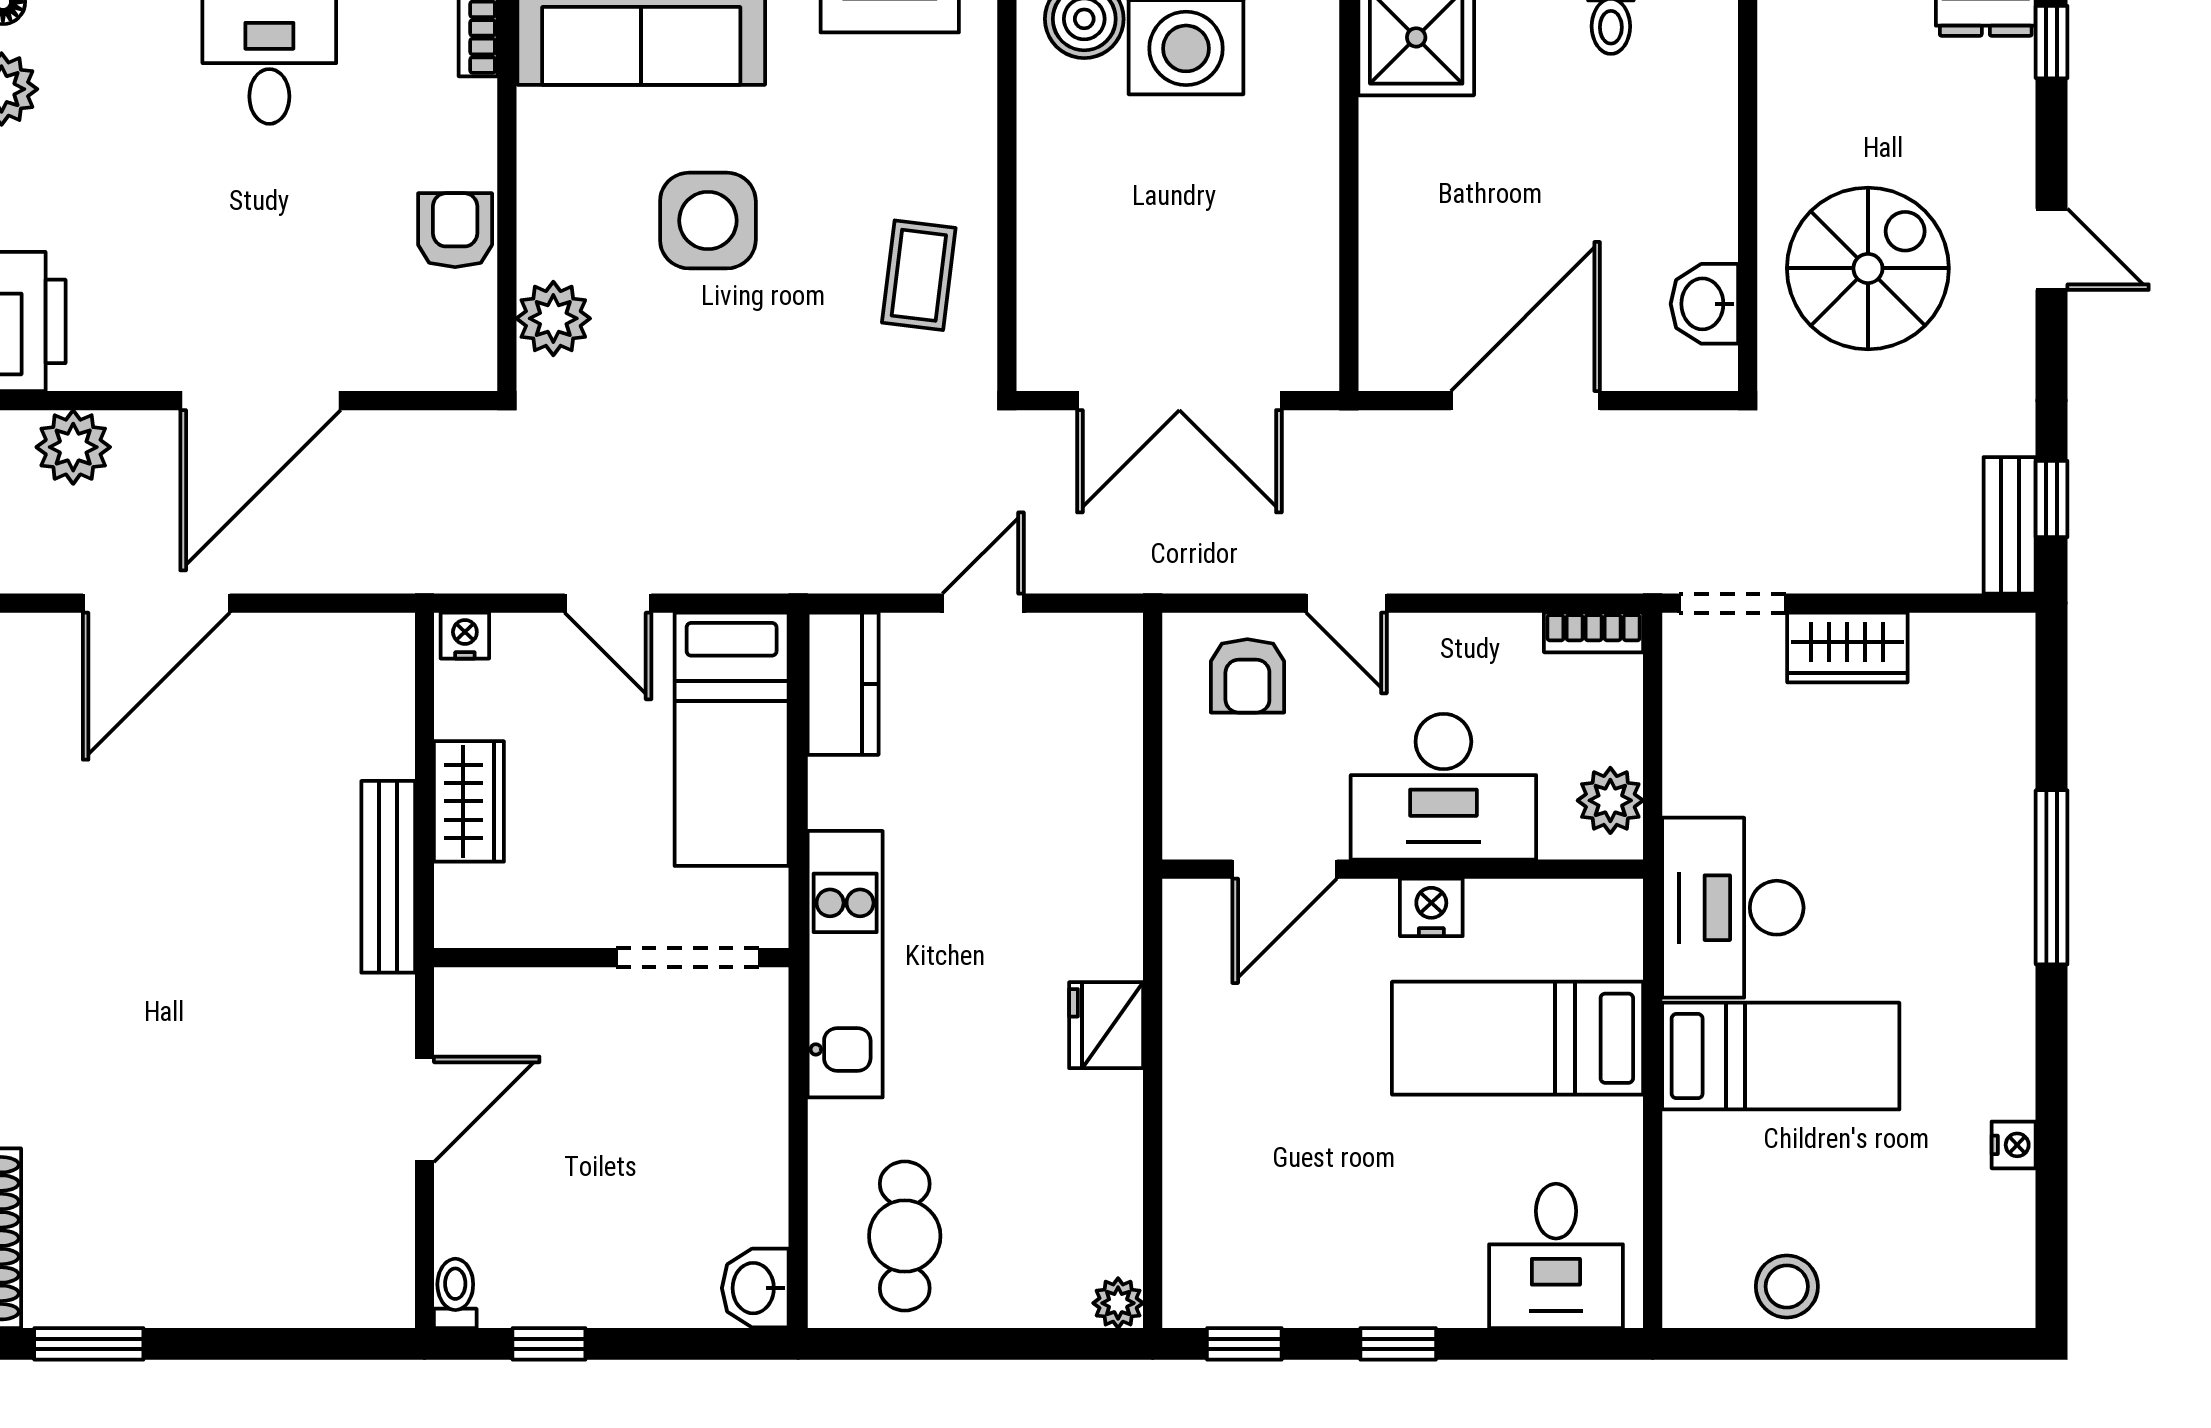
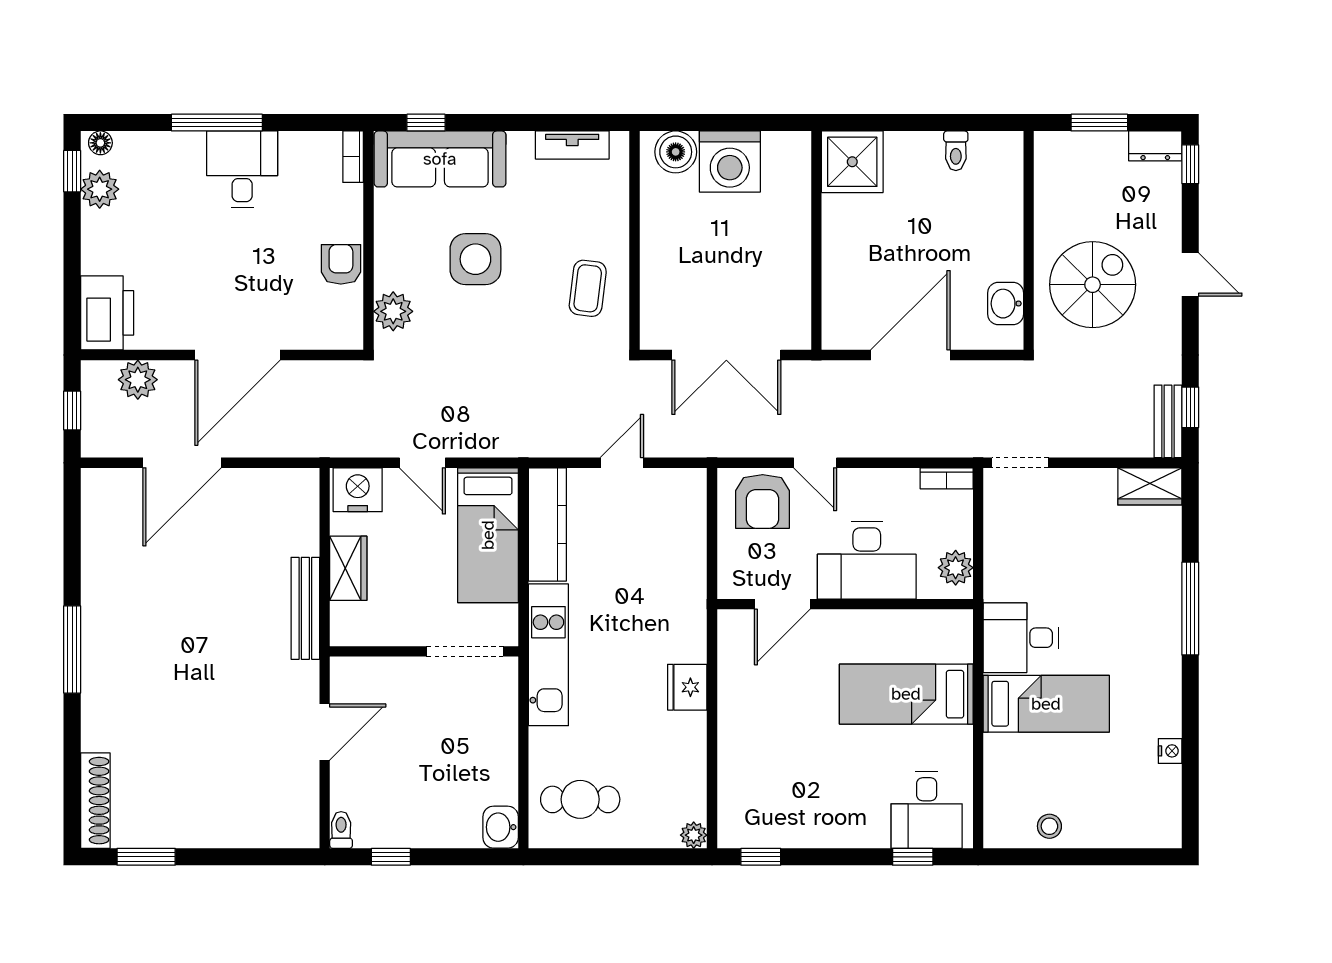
nightstand: (465, 636) -> (358, 490), width x1.89, depth x1.79
wardrobe: (1847, 648) -> (1150, 486), moved
armchair: (1247, 676) -> (763, 501), width x1.38, depth x1.38
kitchen counter: (843, 684) -> (547, 524), width x1.50
nightstand: (1431, 907) -> (860, 625), removed
desk: (1733, 908) -> (1021, 638), width x0.73
cafe table: (905, 1236) -> (580, 799), turned 90
stool: (1787, 1286) -> (1049, 826), width x0.73, depth x0.73
window: (1398, 1344) -> (913, 857), moved

